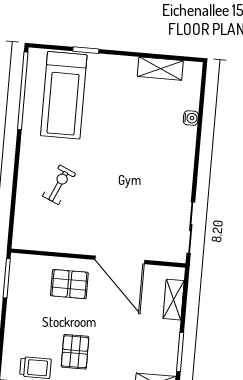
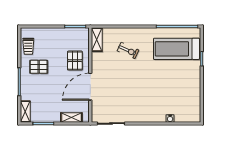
shelving: (160, 69) -> (97, 40), moved

